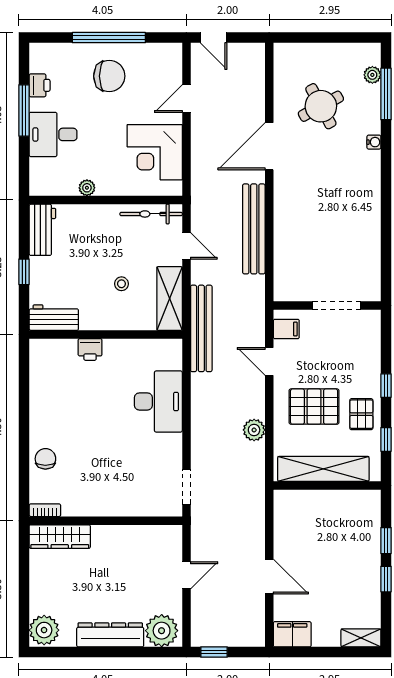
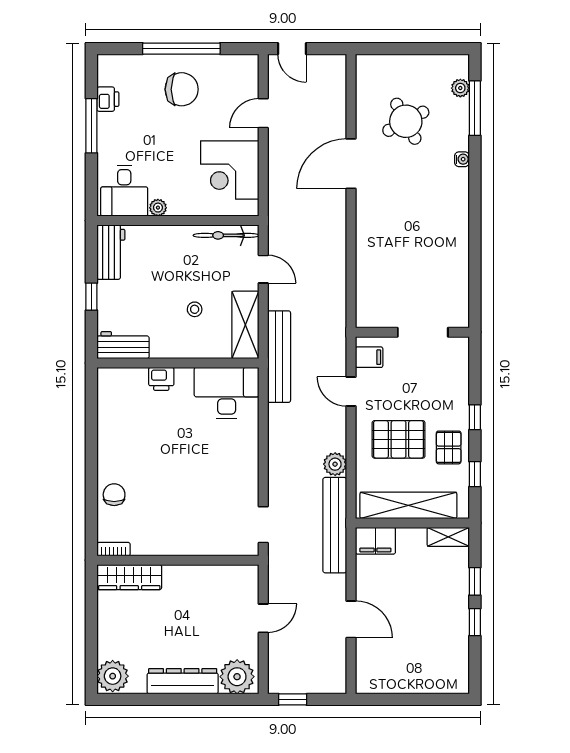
desk: (53, 134) -> (124, 191), moved, turned -90
bench: (254, 229) -> (335, 525), moved
desk: (158, 401) -> (227, 393), moved, turned -90
filing cabinet: (292, 634) -> (375, 541), moved, turned 180
shelving: (361, 638) -> (448, 537), moved

